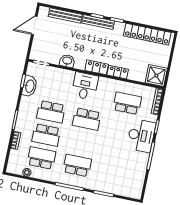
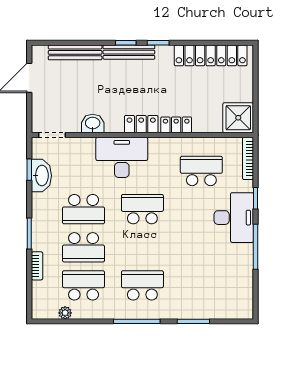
desk: (85, 86) -> (122, 157), width x1.37
school desk: (87, 119) -> (142, 209), turned 180

